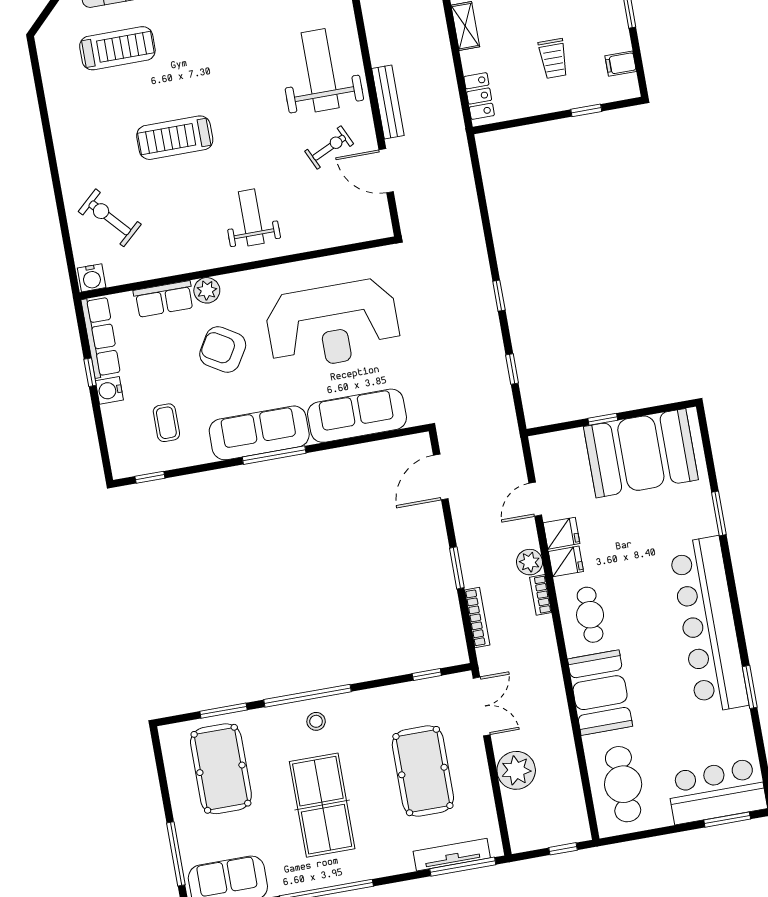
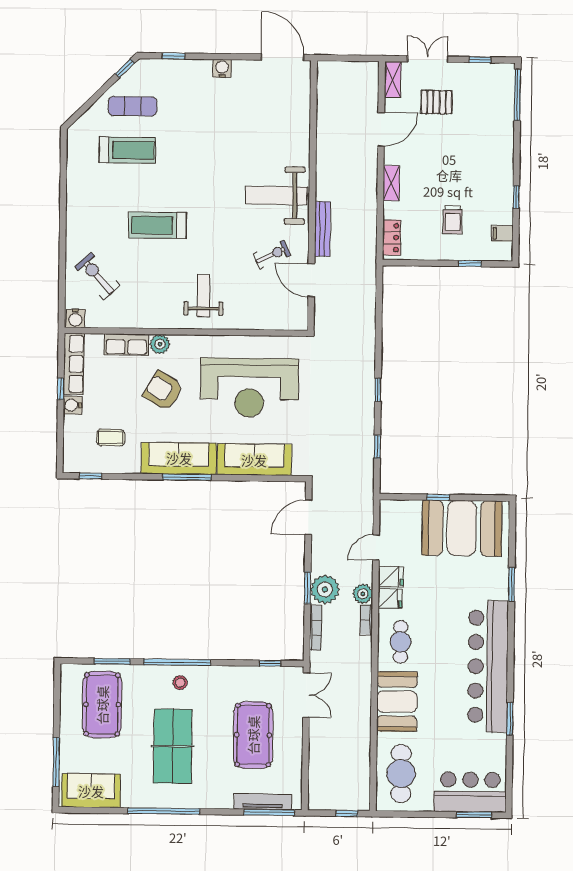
weight bench: (320, 70) -> (276, 195), turned -90
coffee table: (166, 423) -> (111, 438), turned 90
plant: (516, 770) -> (325, 589), moved

